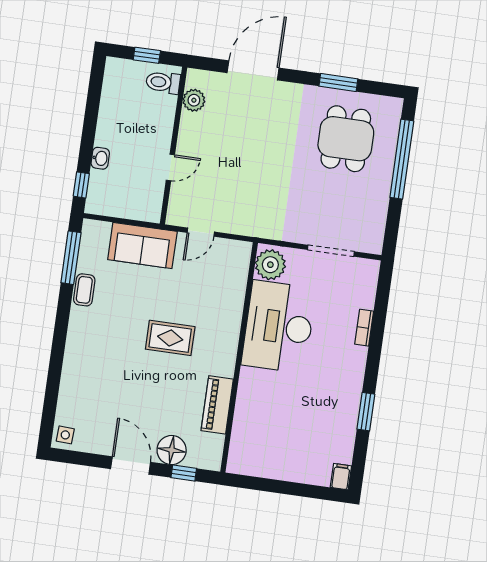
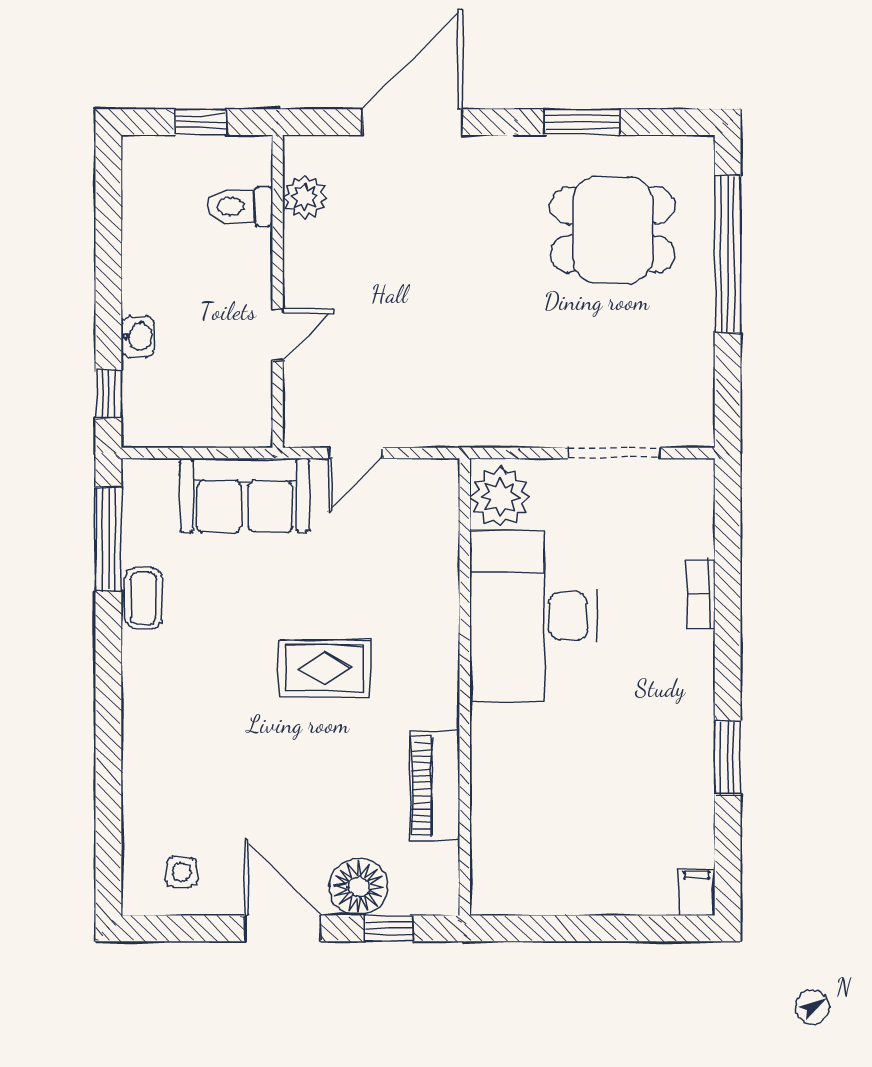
toilet: (163, 82) -> (240, 206), moved
dining table: (346, 139) -> (613, 230), turned 90
side table: (65, 435) -> (181, 872), moved

